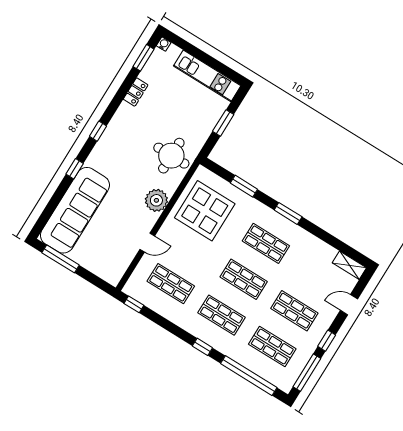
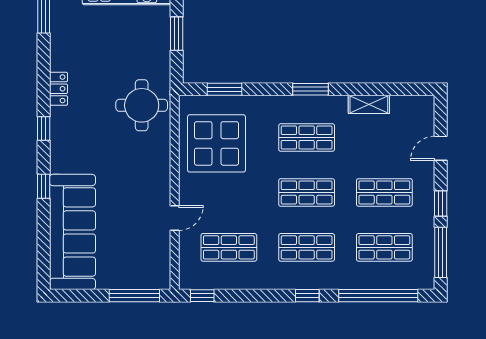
locker: (136, 92) -> (58, 89), moved
window: (244, 186) -> (225, 89), moved
plant: (156, 200) -> (156, 165), removed
window: (61, 259) -> (134, 296), moved
shelving: (349, 265) -> (369, 104), moved

